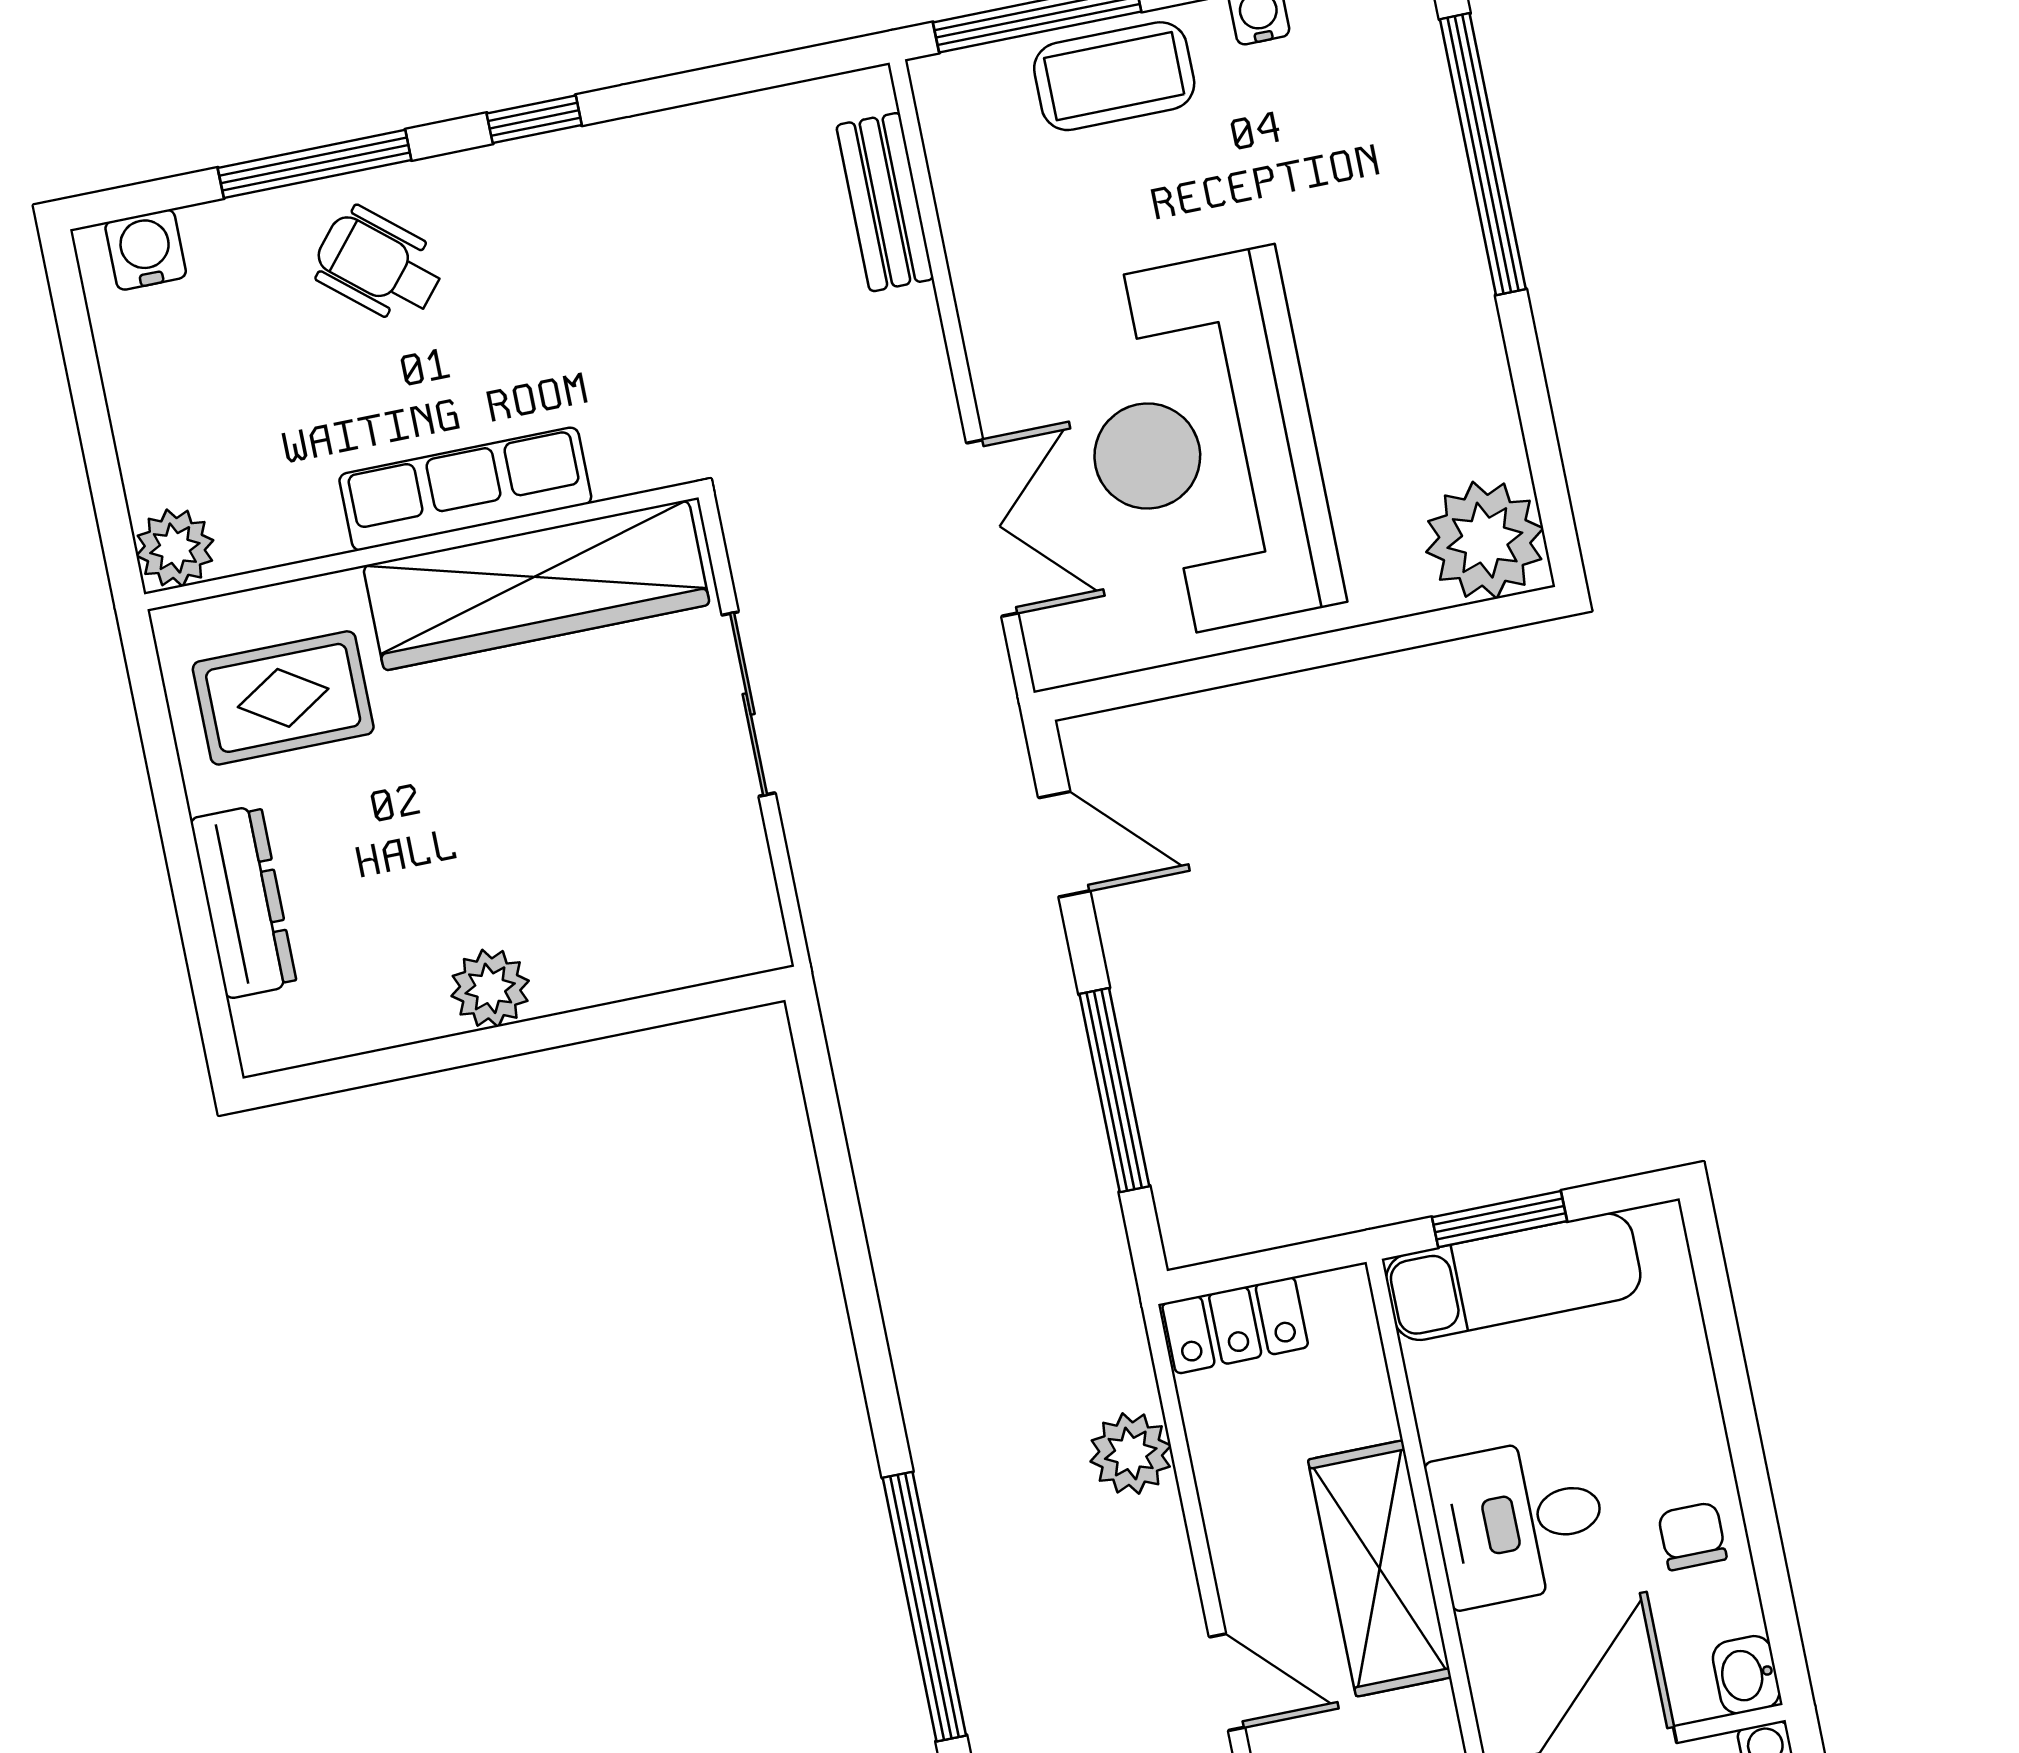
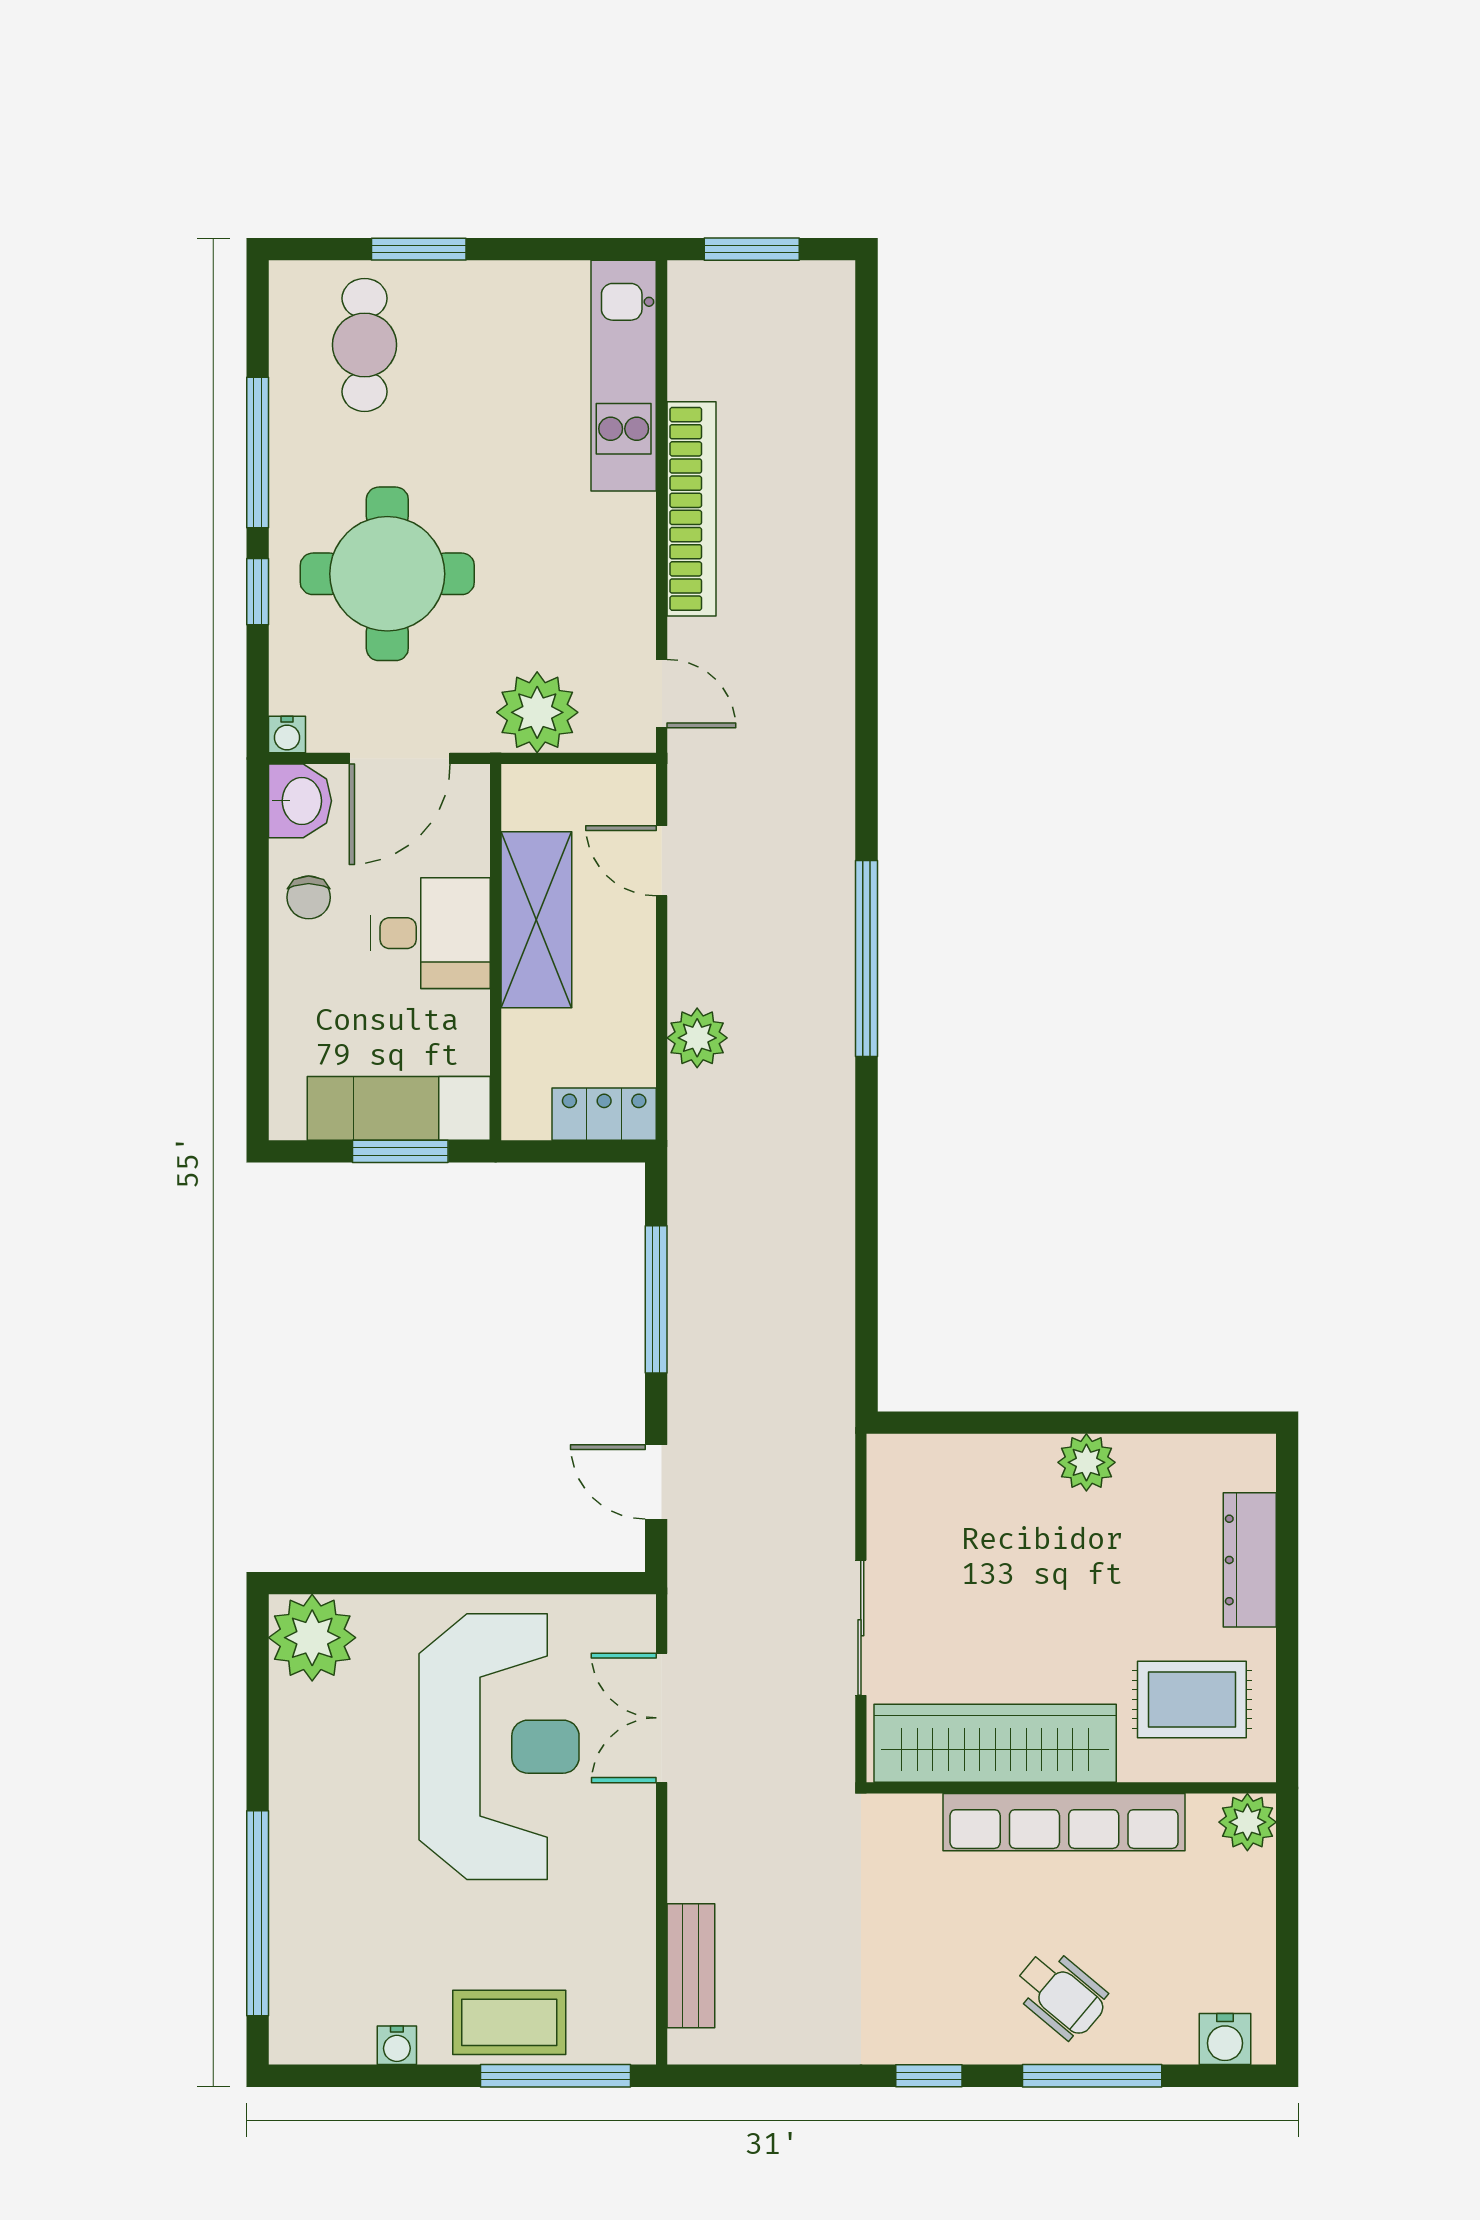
row of seats: (465, 489) -> (1064, 1822), width x1.36
washbasin: (1746, 1675) -> (300, 801), width x1.38, depth x1.45

